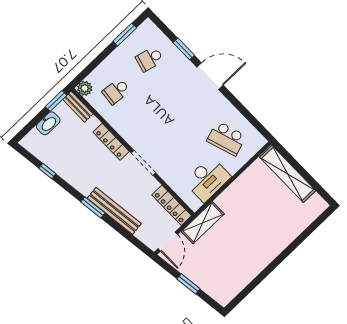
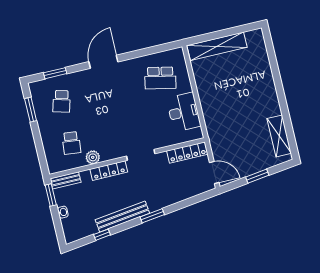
window: (184, 49) -> (55, 73), moved
plant: (85, 88) -> (93, 157), moved
washbasin: (48, 123) -> (63, 212), width x0.52, depth x0.69
school desk: (226, 138) -> (160, 78), turned 30
bench: (114, 211) -> (122, 217), moved
shelving: (203, 223) -> (279, 136), moved

